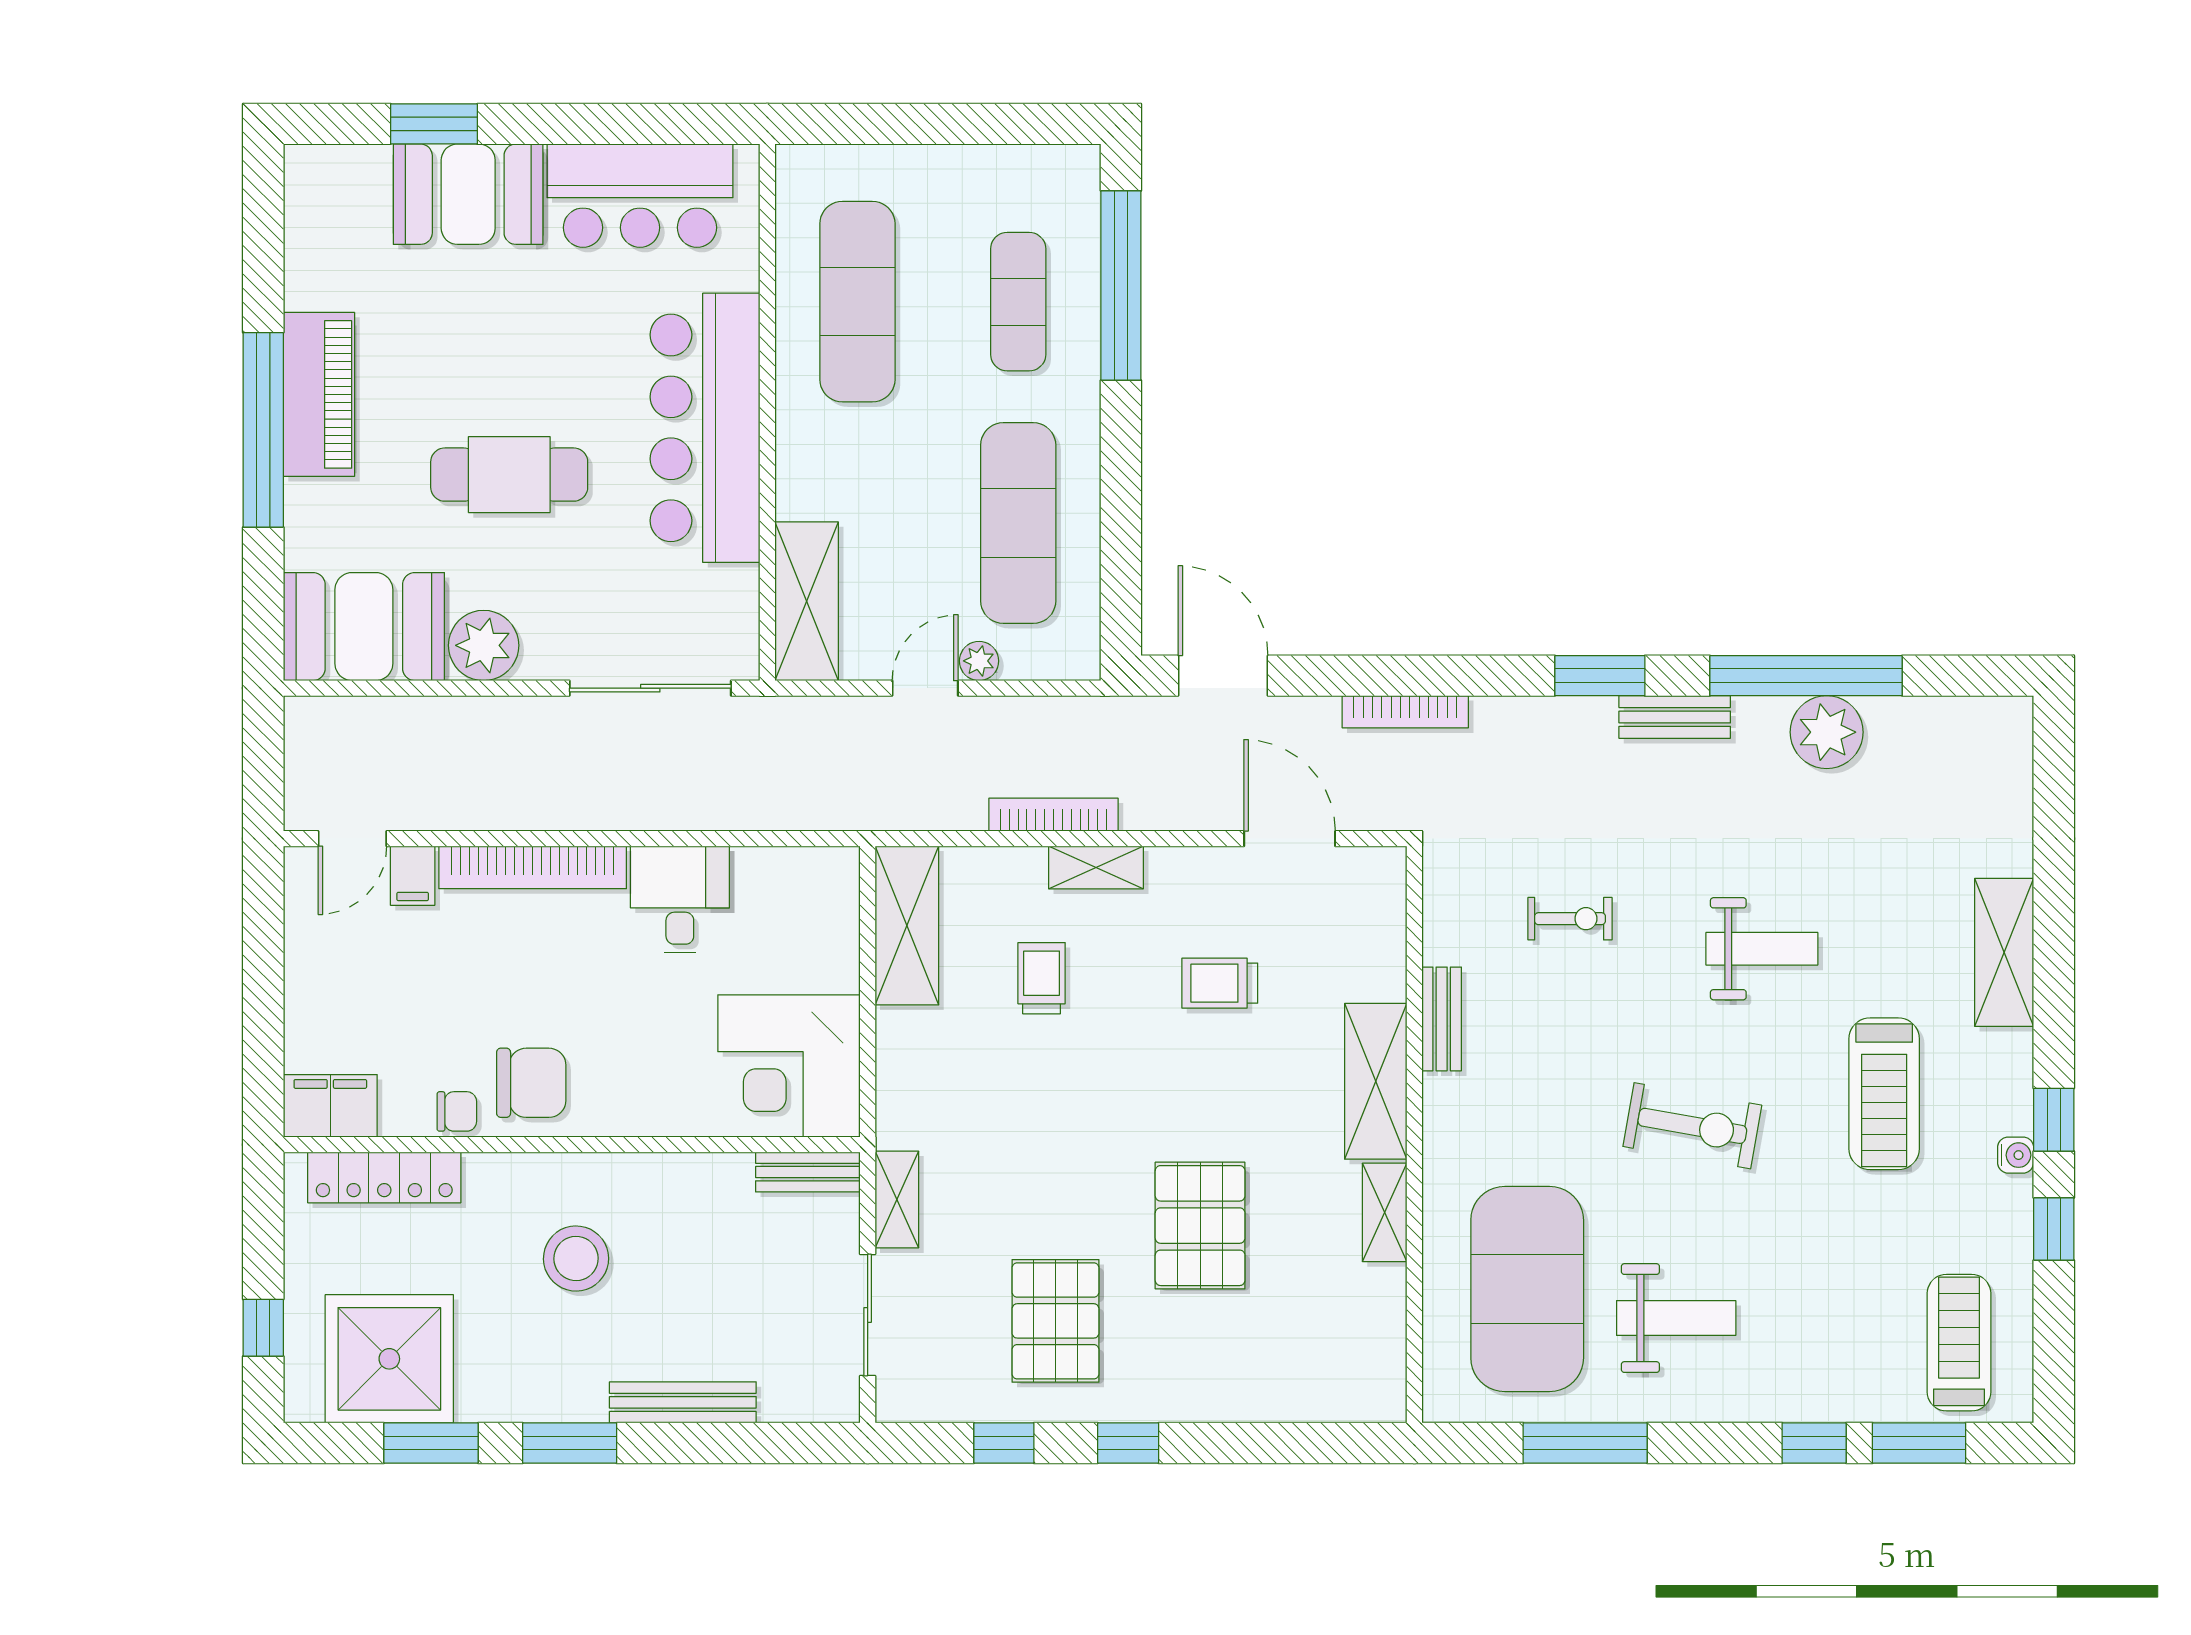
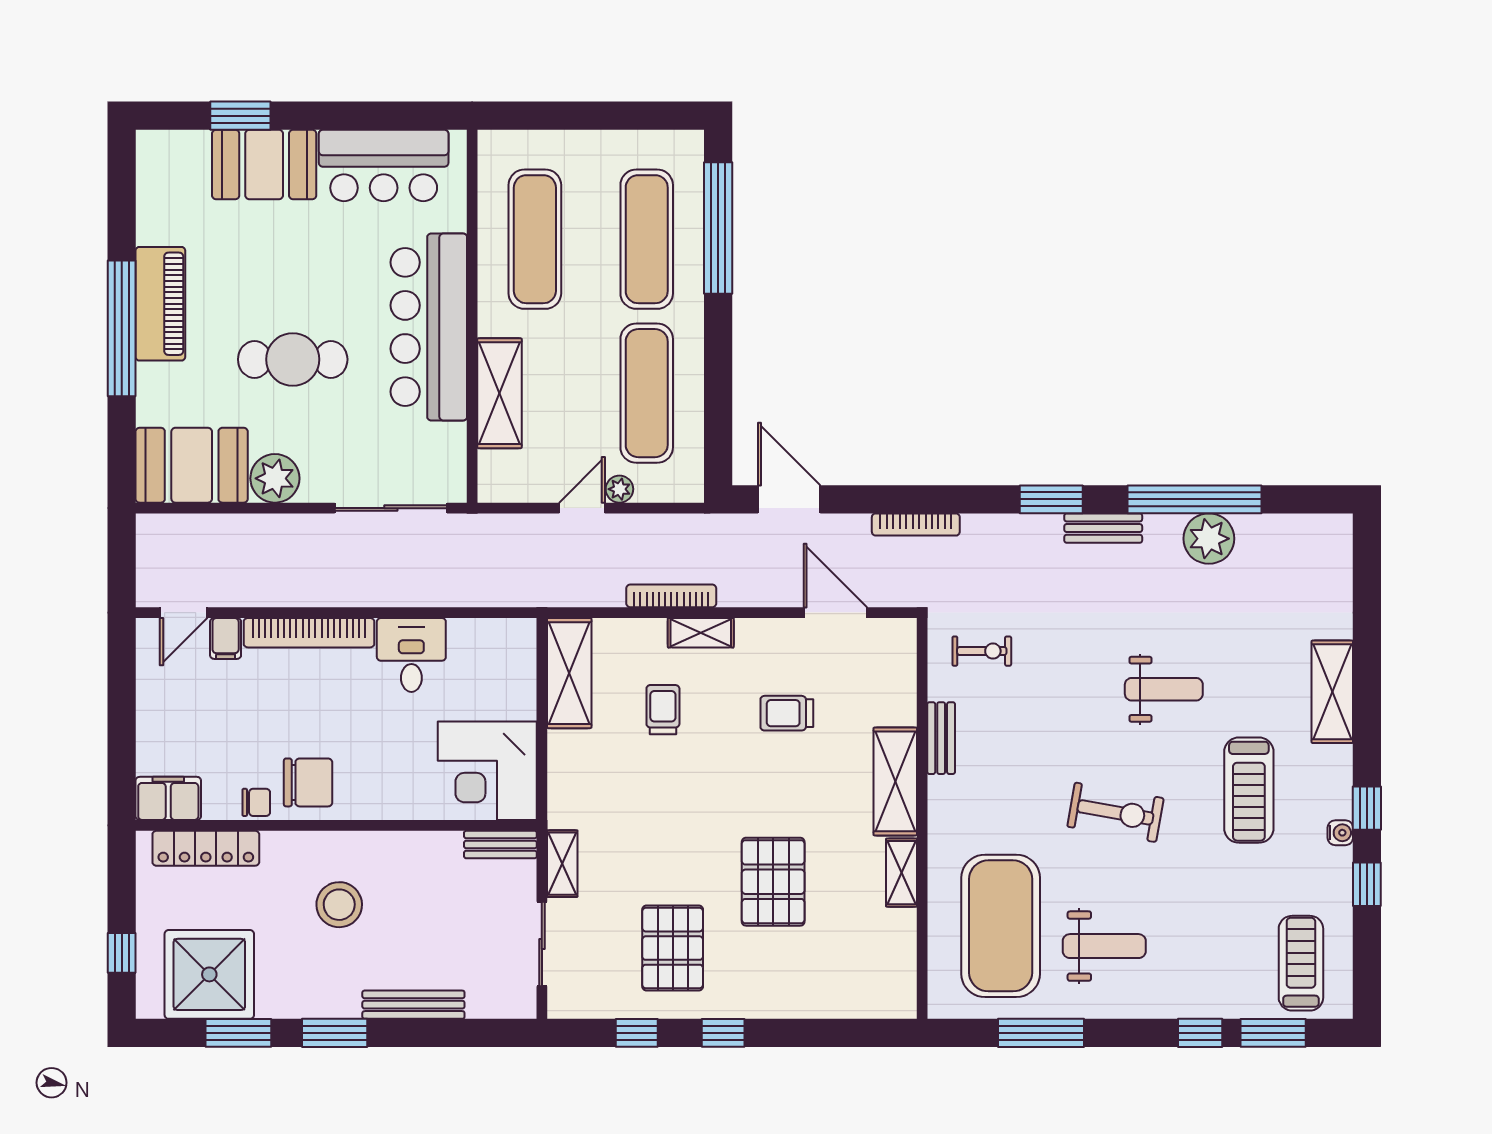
exercise mat: (1018, 302) -> (647, 239), width x1.36, depth x1.45
shelving: (807, 601) -> (499, 393), moved
exercise bike: (1570, 919) -> (982, 651), moved

